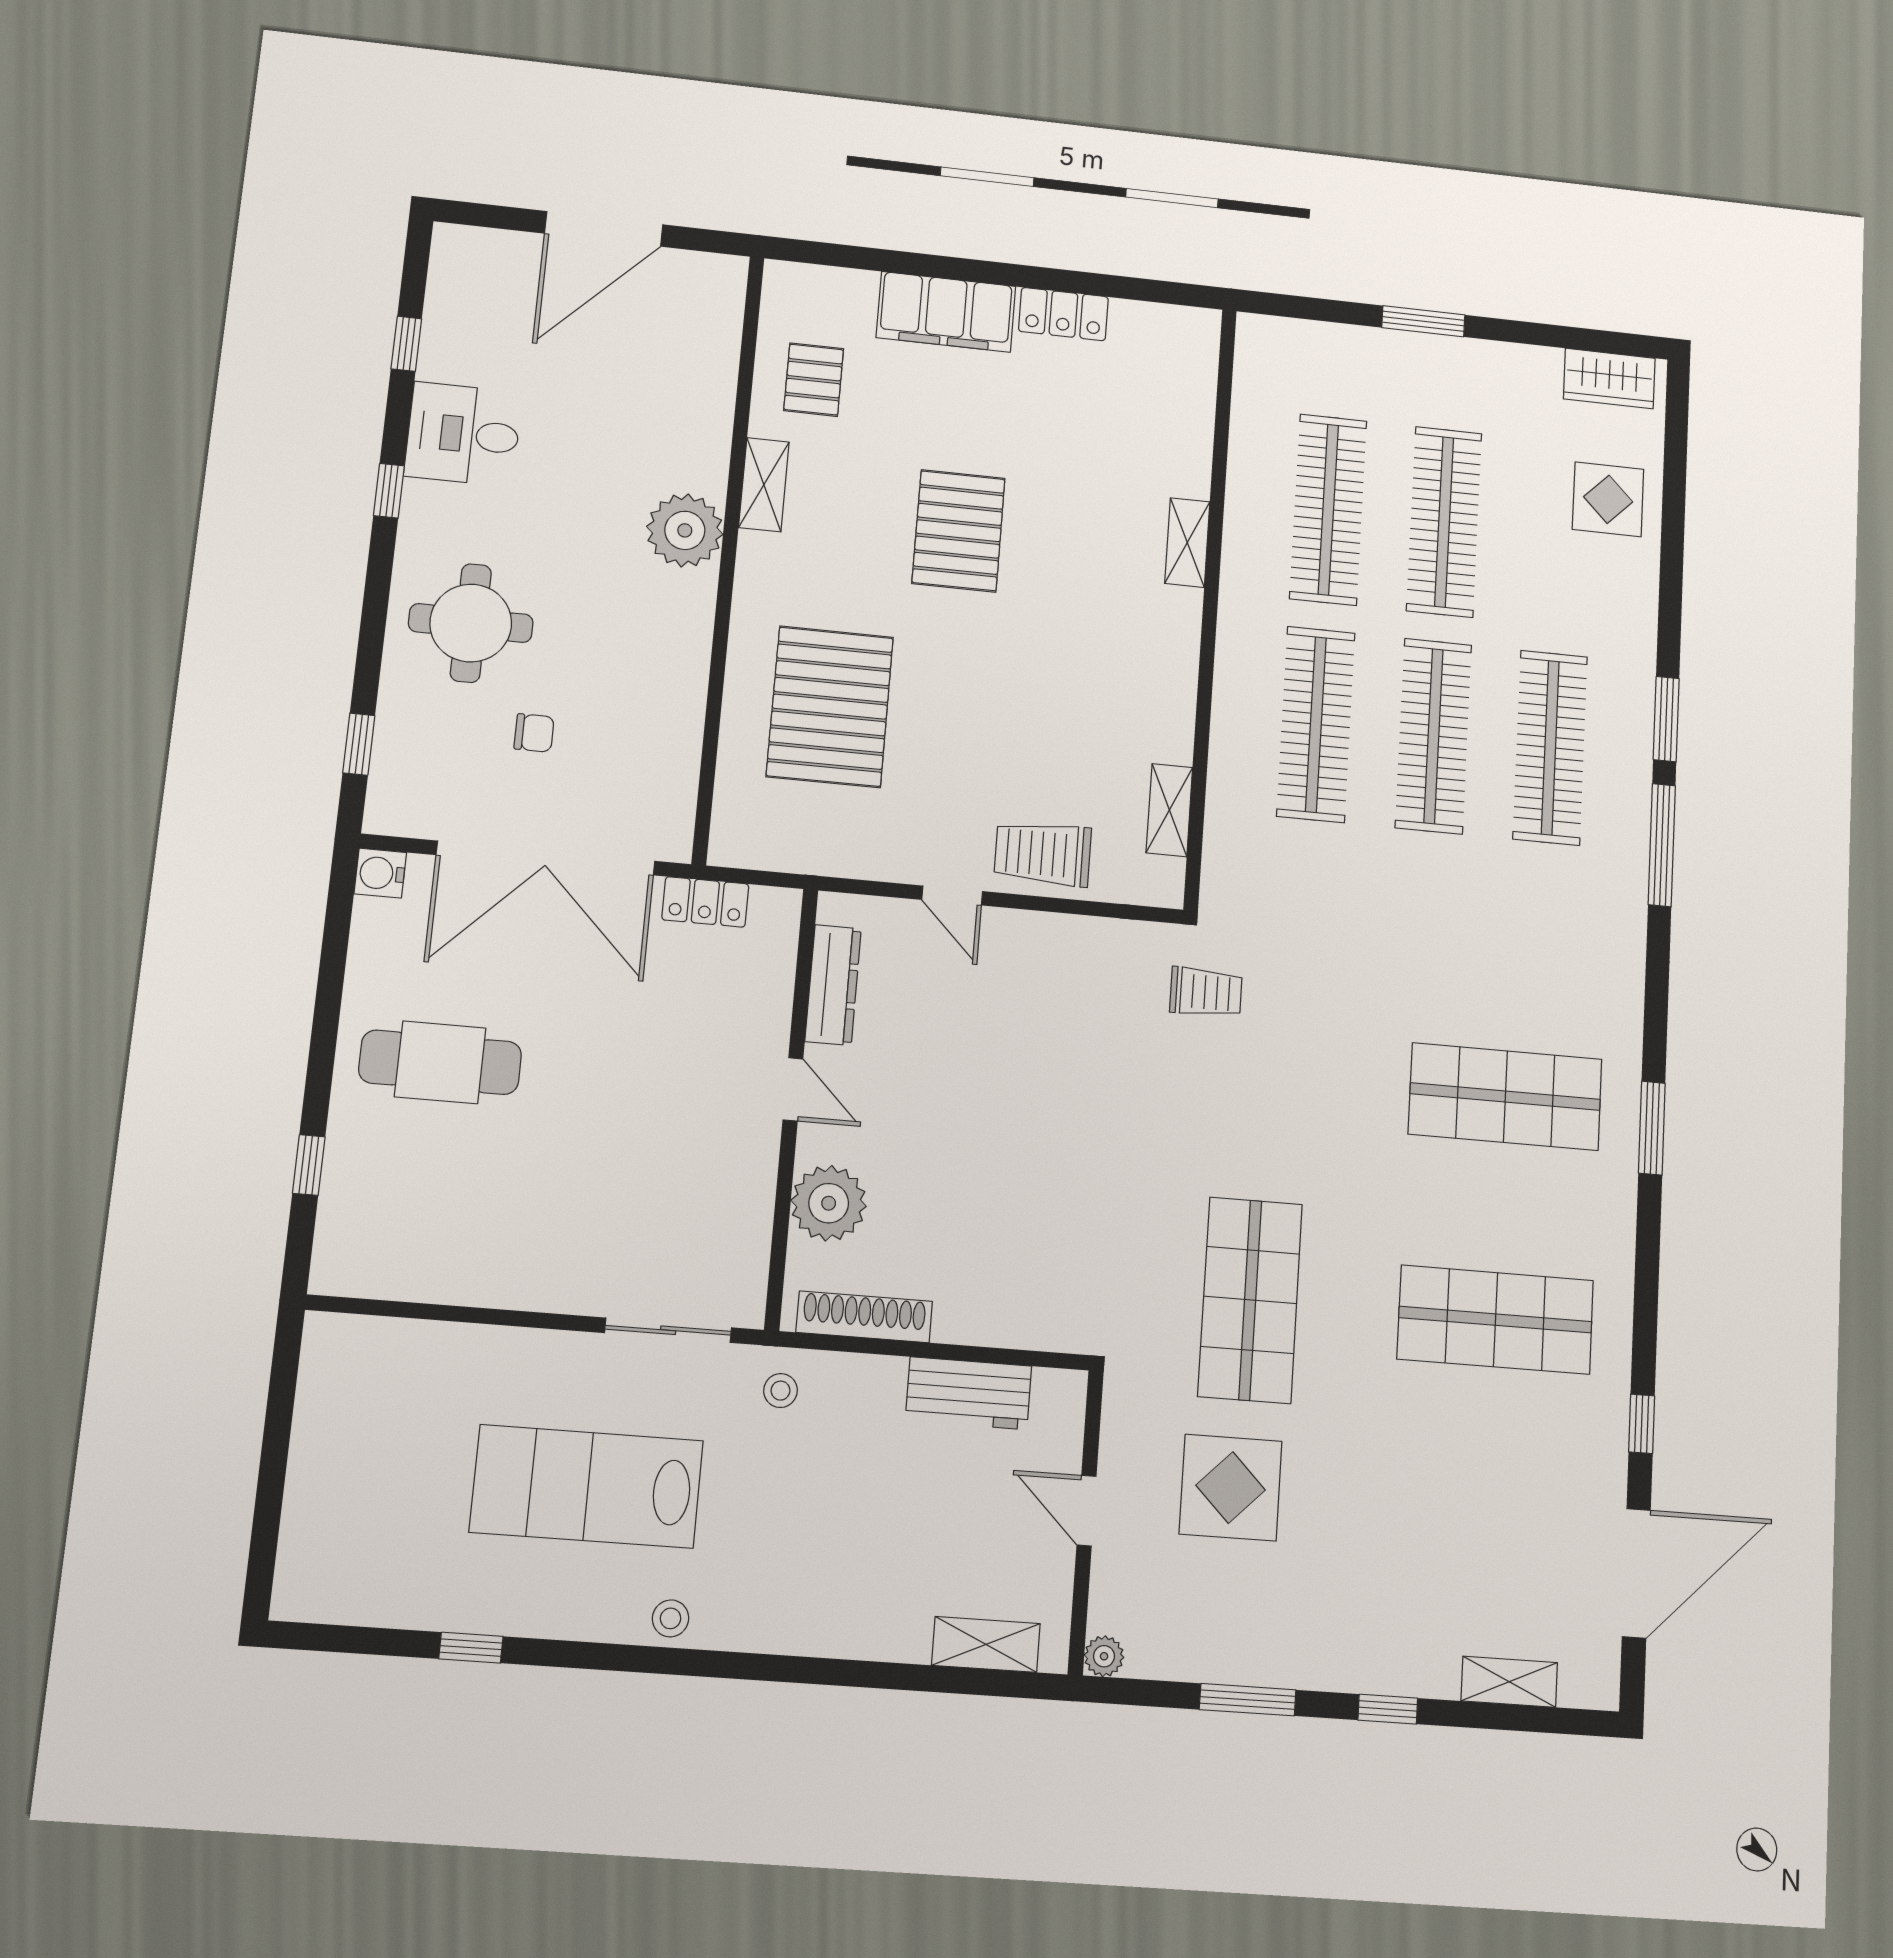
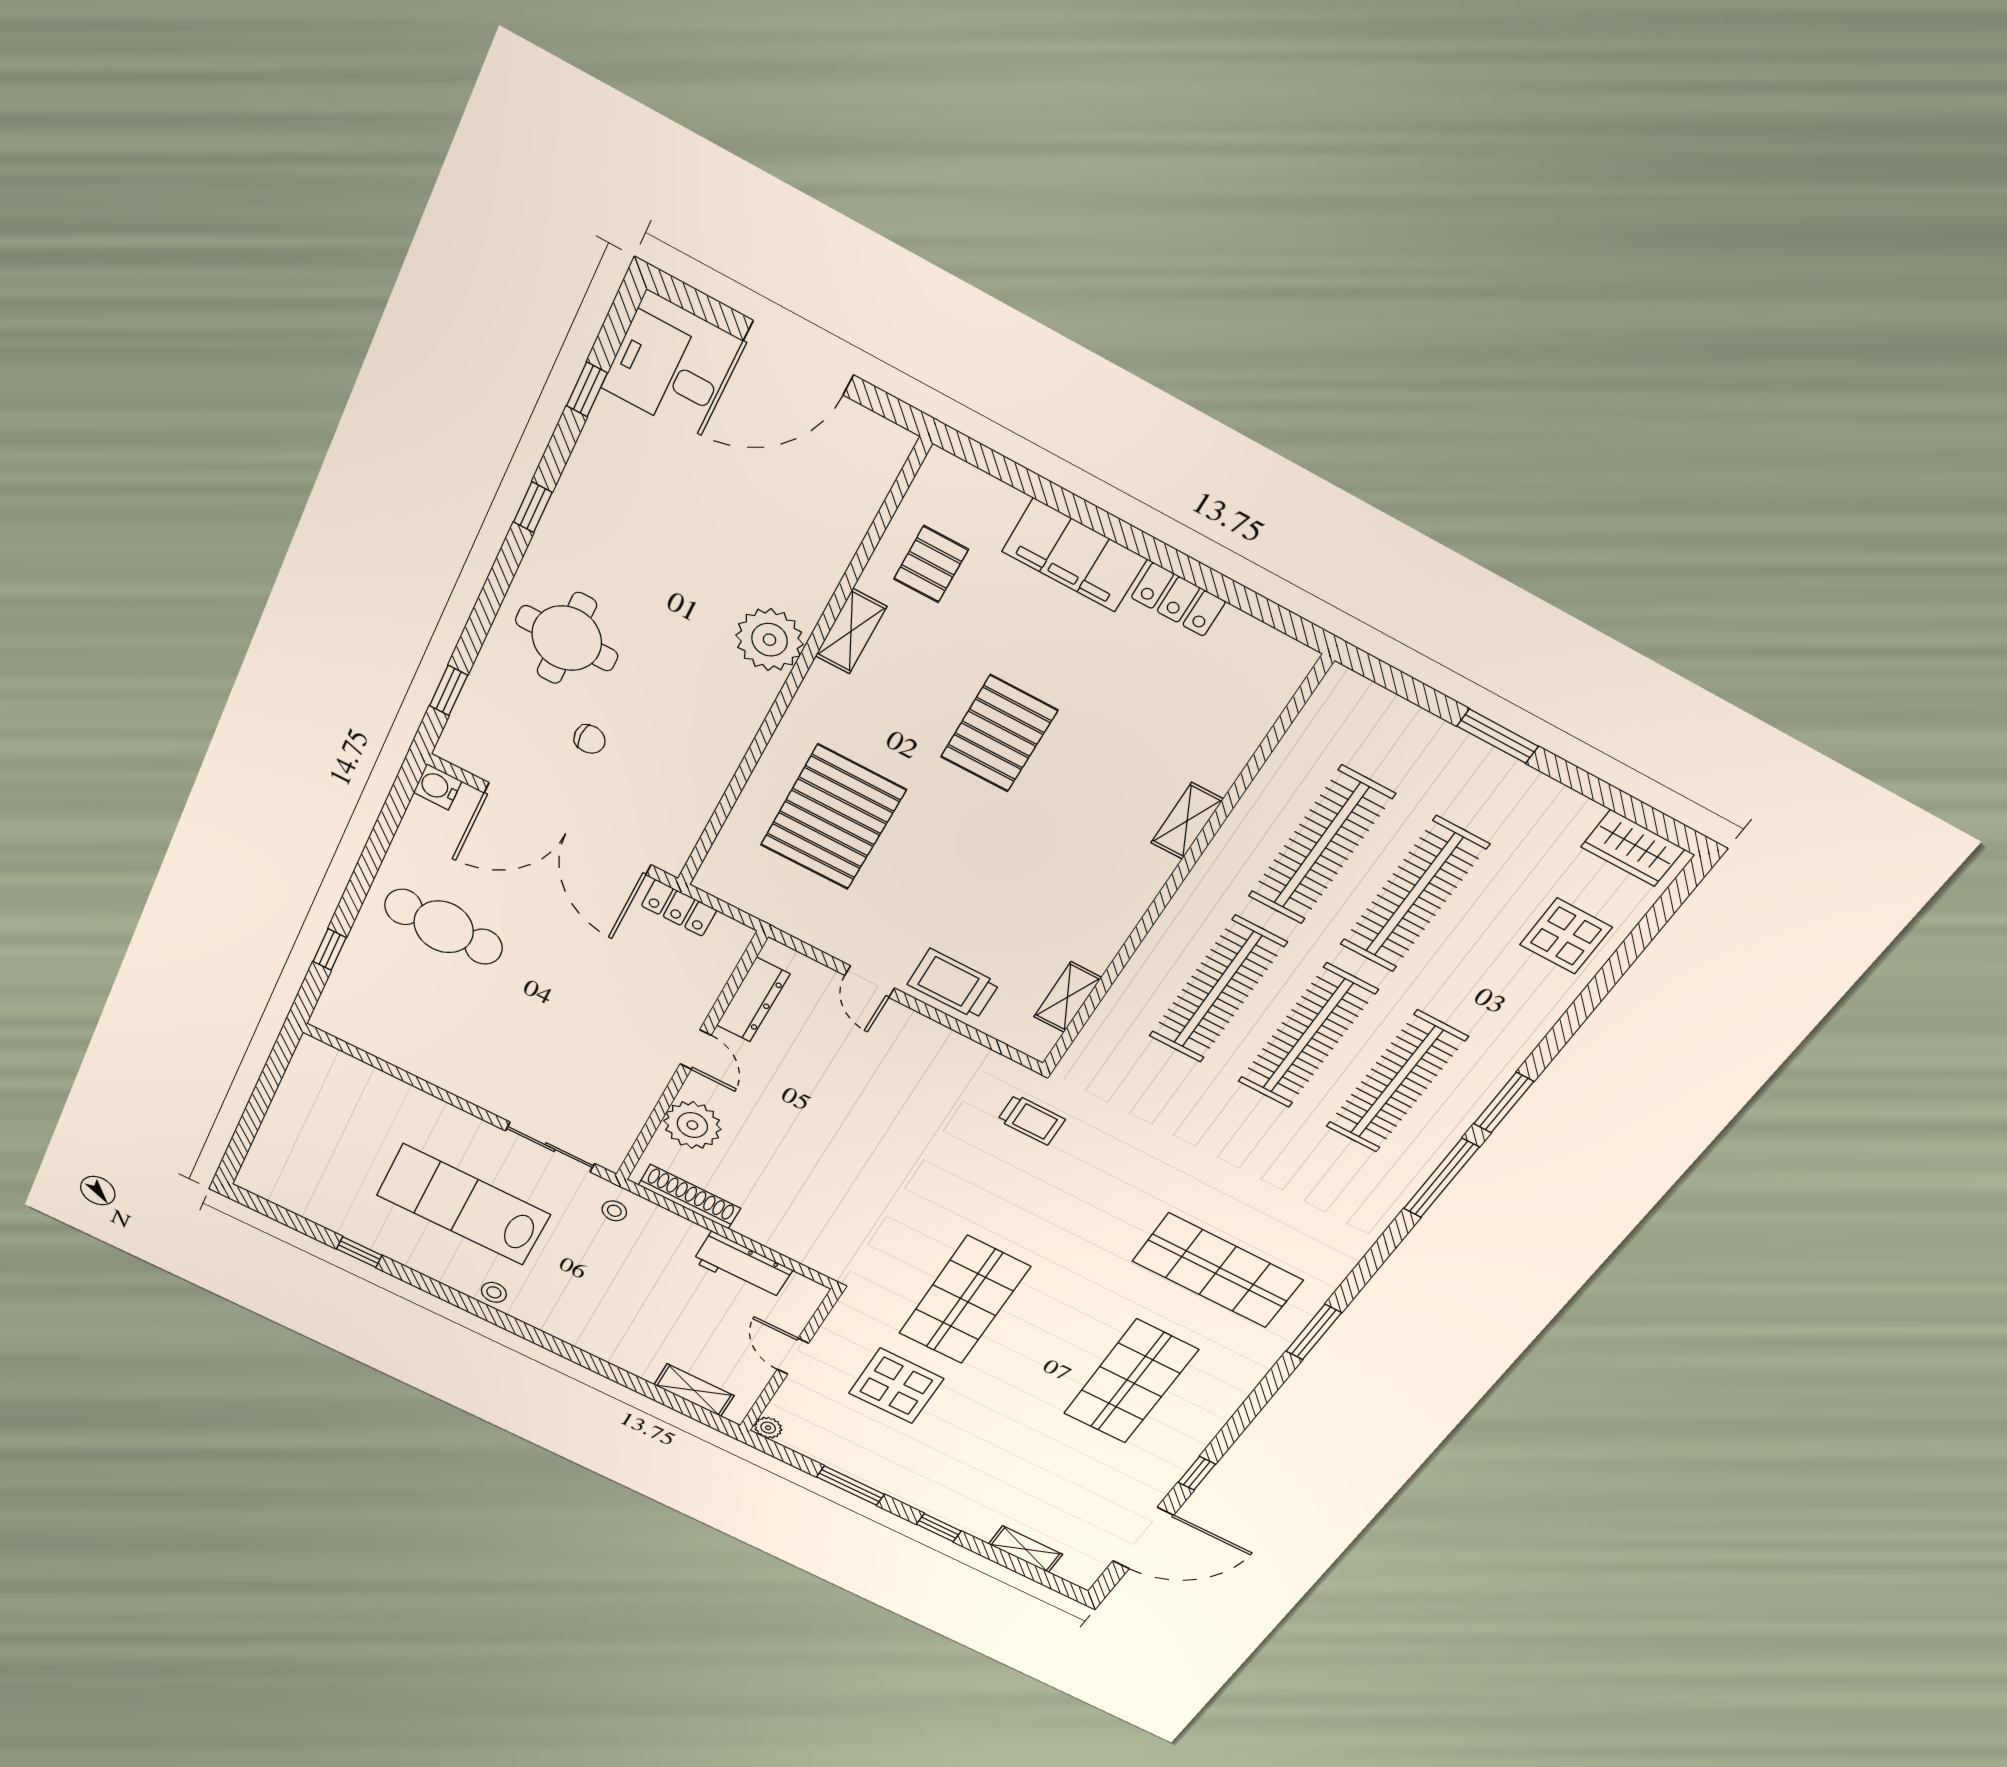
desk: (463, 434) -> (665, 373), moved
shop shelf: (1495, 1320) -> (1131, 1382), turned 90

